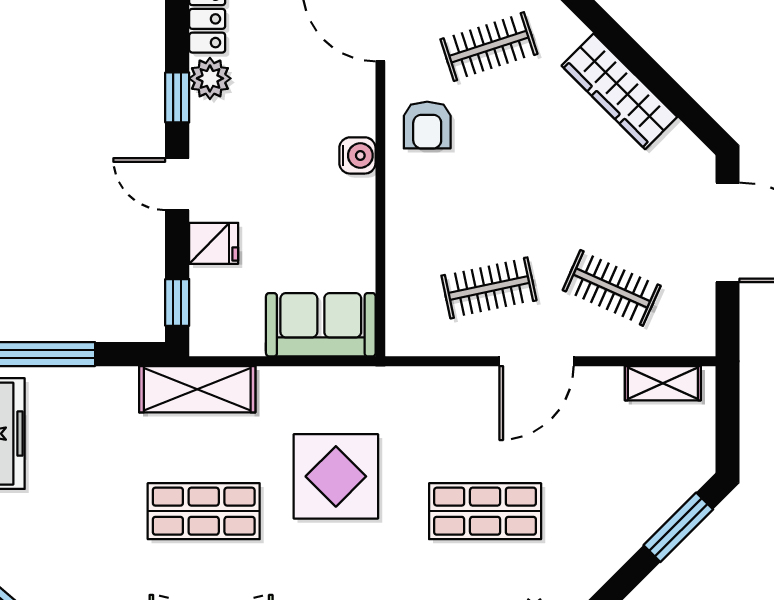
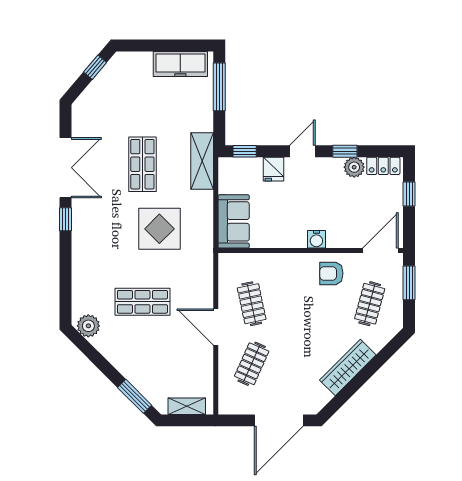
clothes rail: (489, 47) -> (370, 304), turned 33
shelving: (663, 383) -> (187, 406), moved, turned 90
shop shelf: (485, 511) -> (142, 302), turned 90

